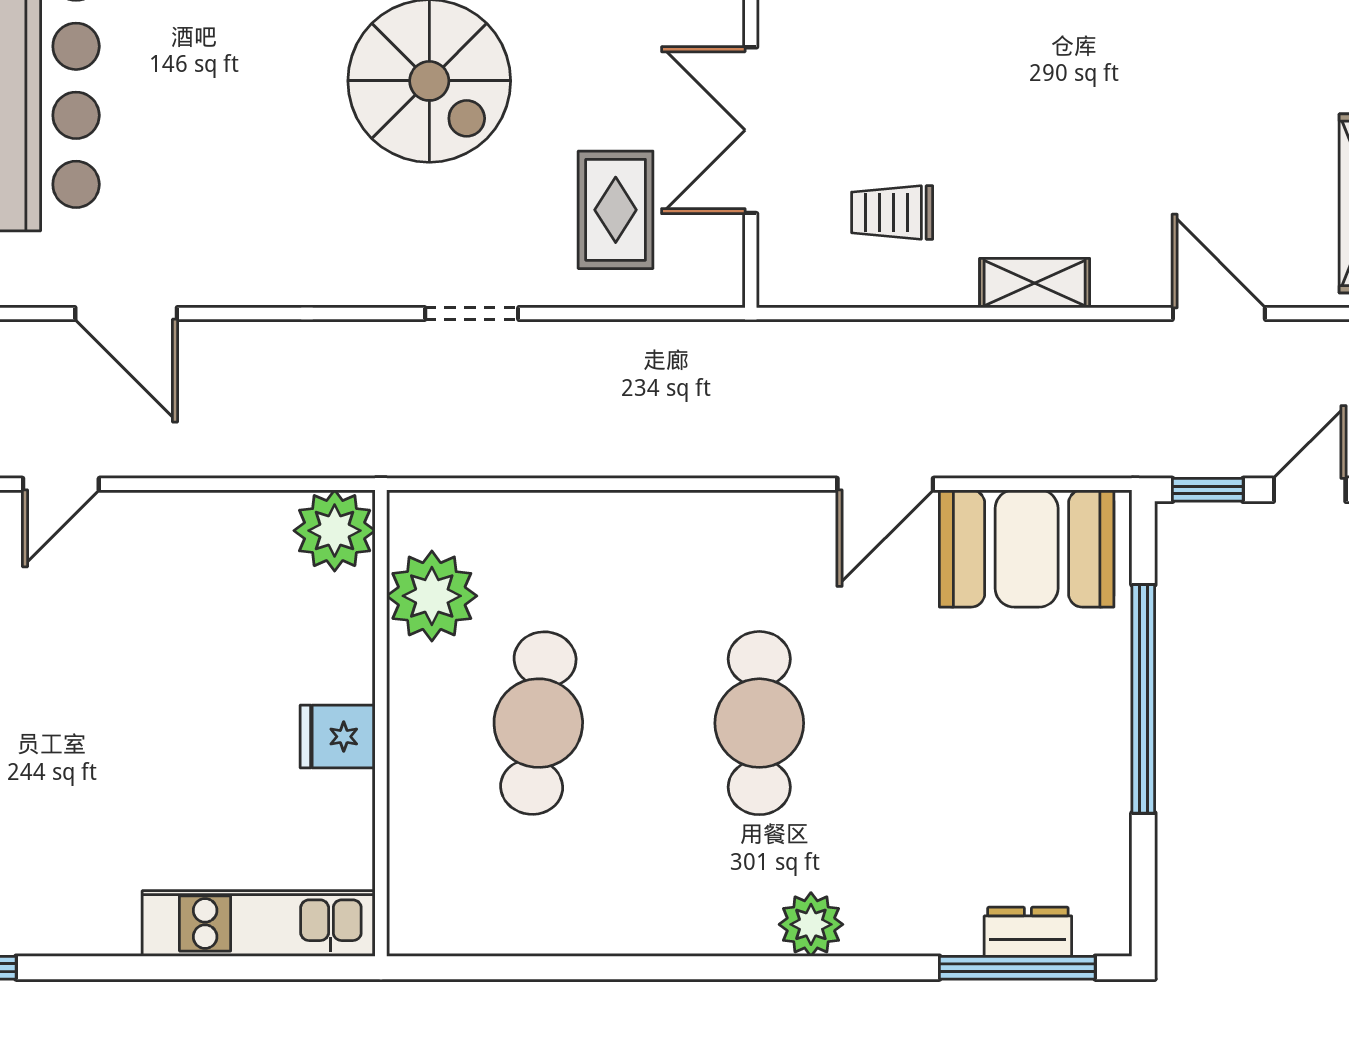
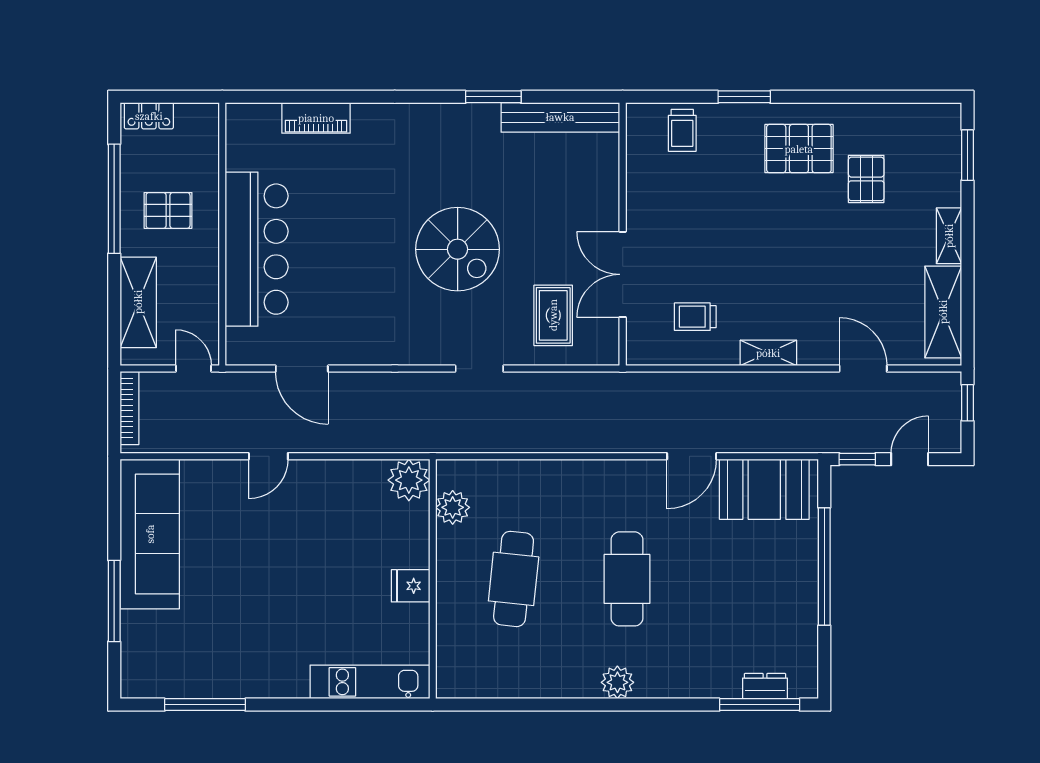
plant: (432, 596) -> (453, 507), width x0.73, depth x0.73
plant: (811, 924) -> (617, 682), moved

